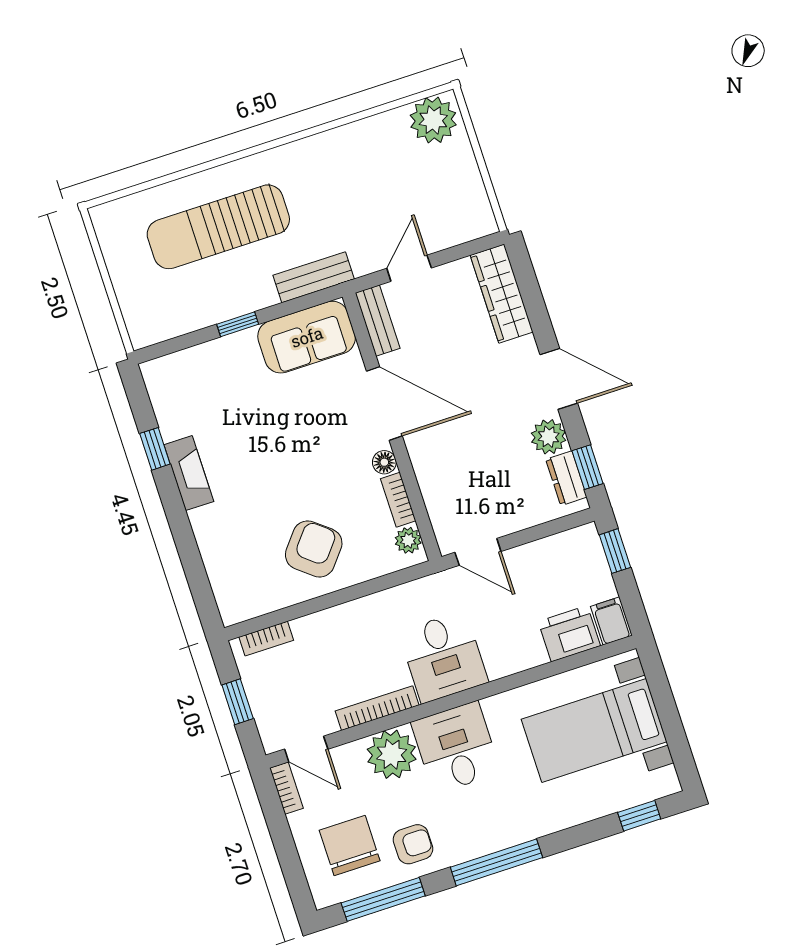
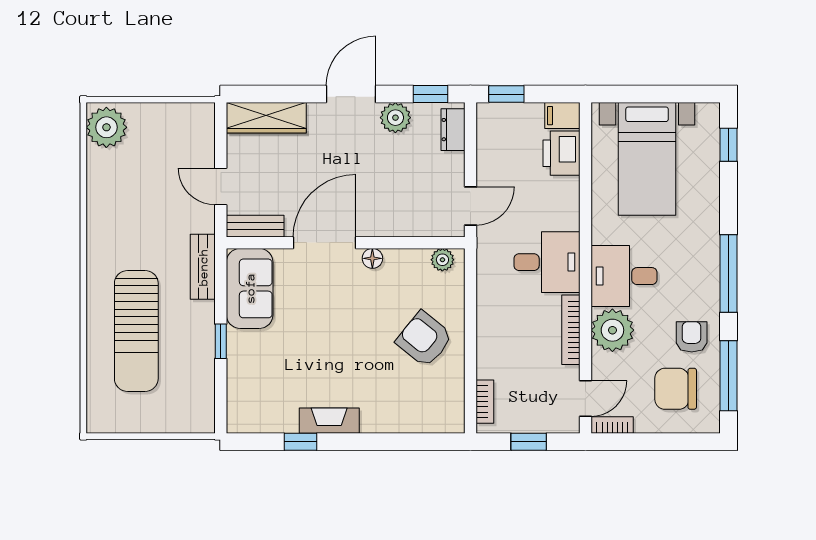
dresser: (566, 478) -> (453, 130), moved, turned 90
bookcase: (398, 500) -> (407, 257), removed

